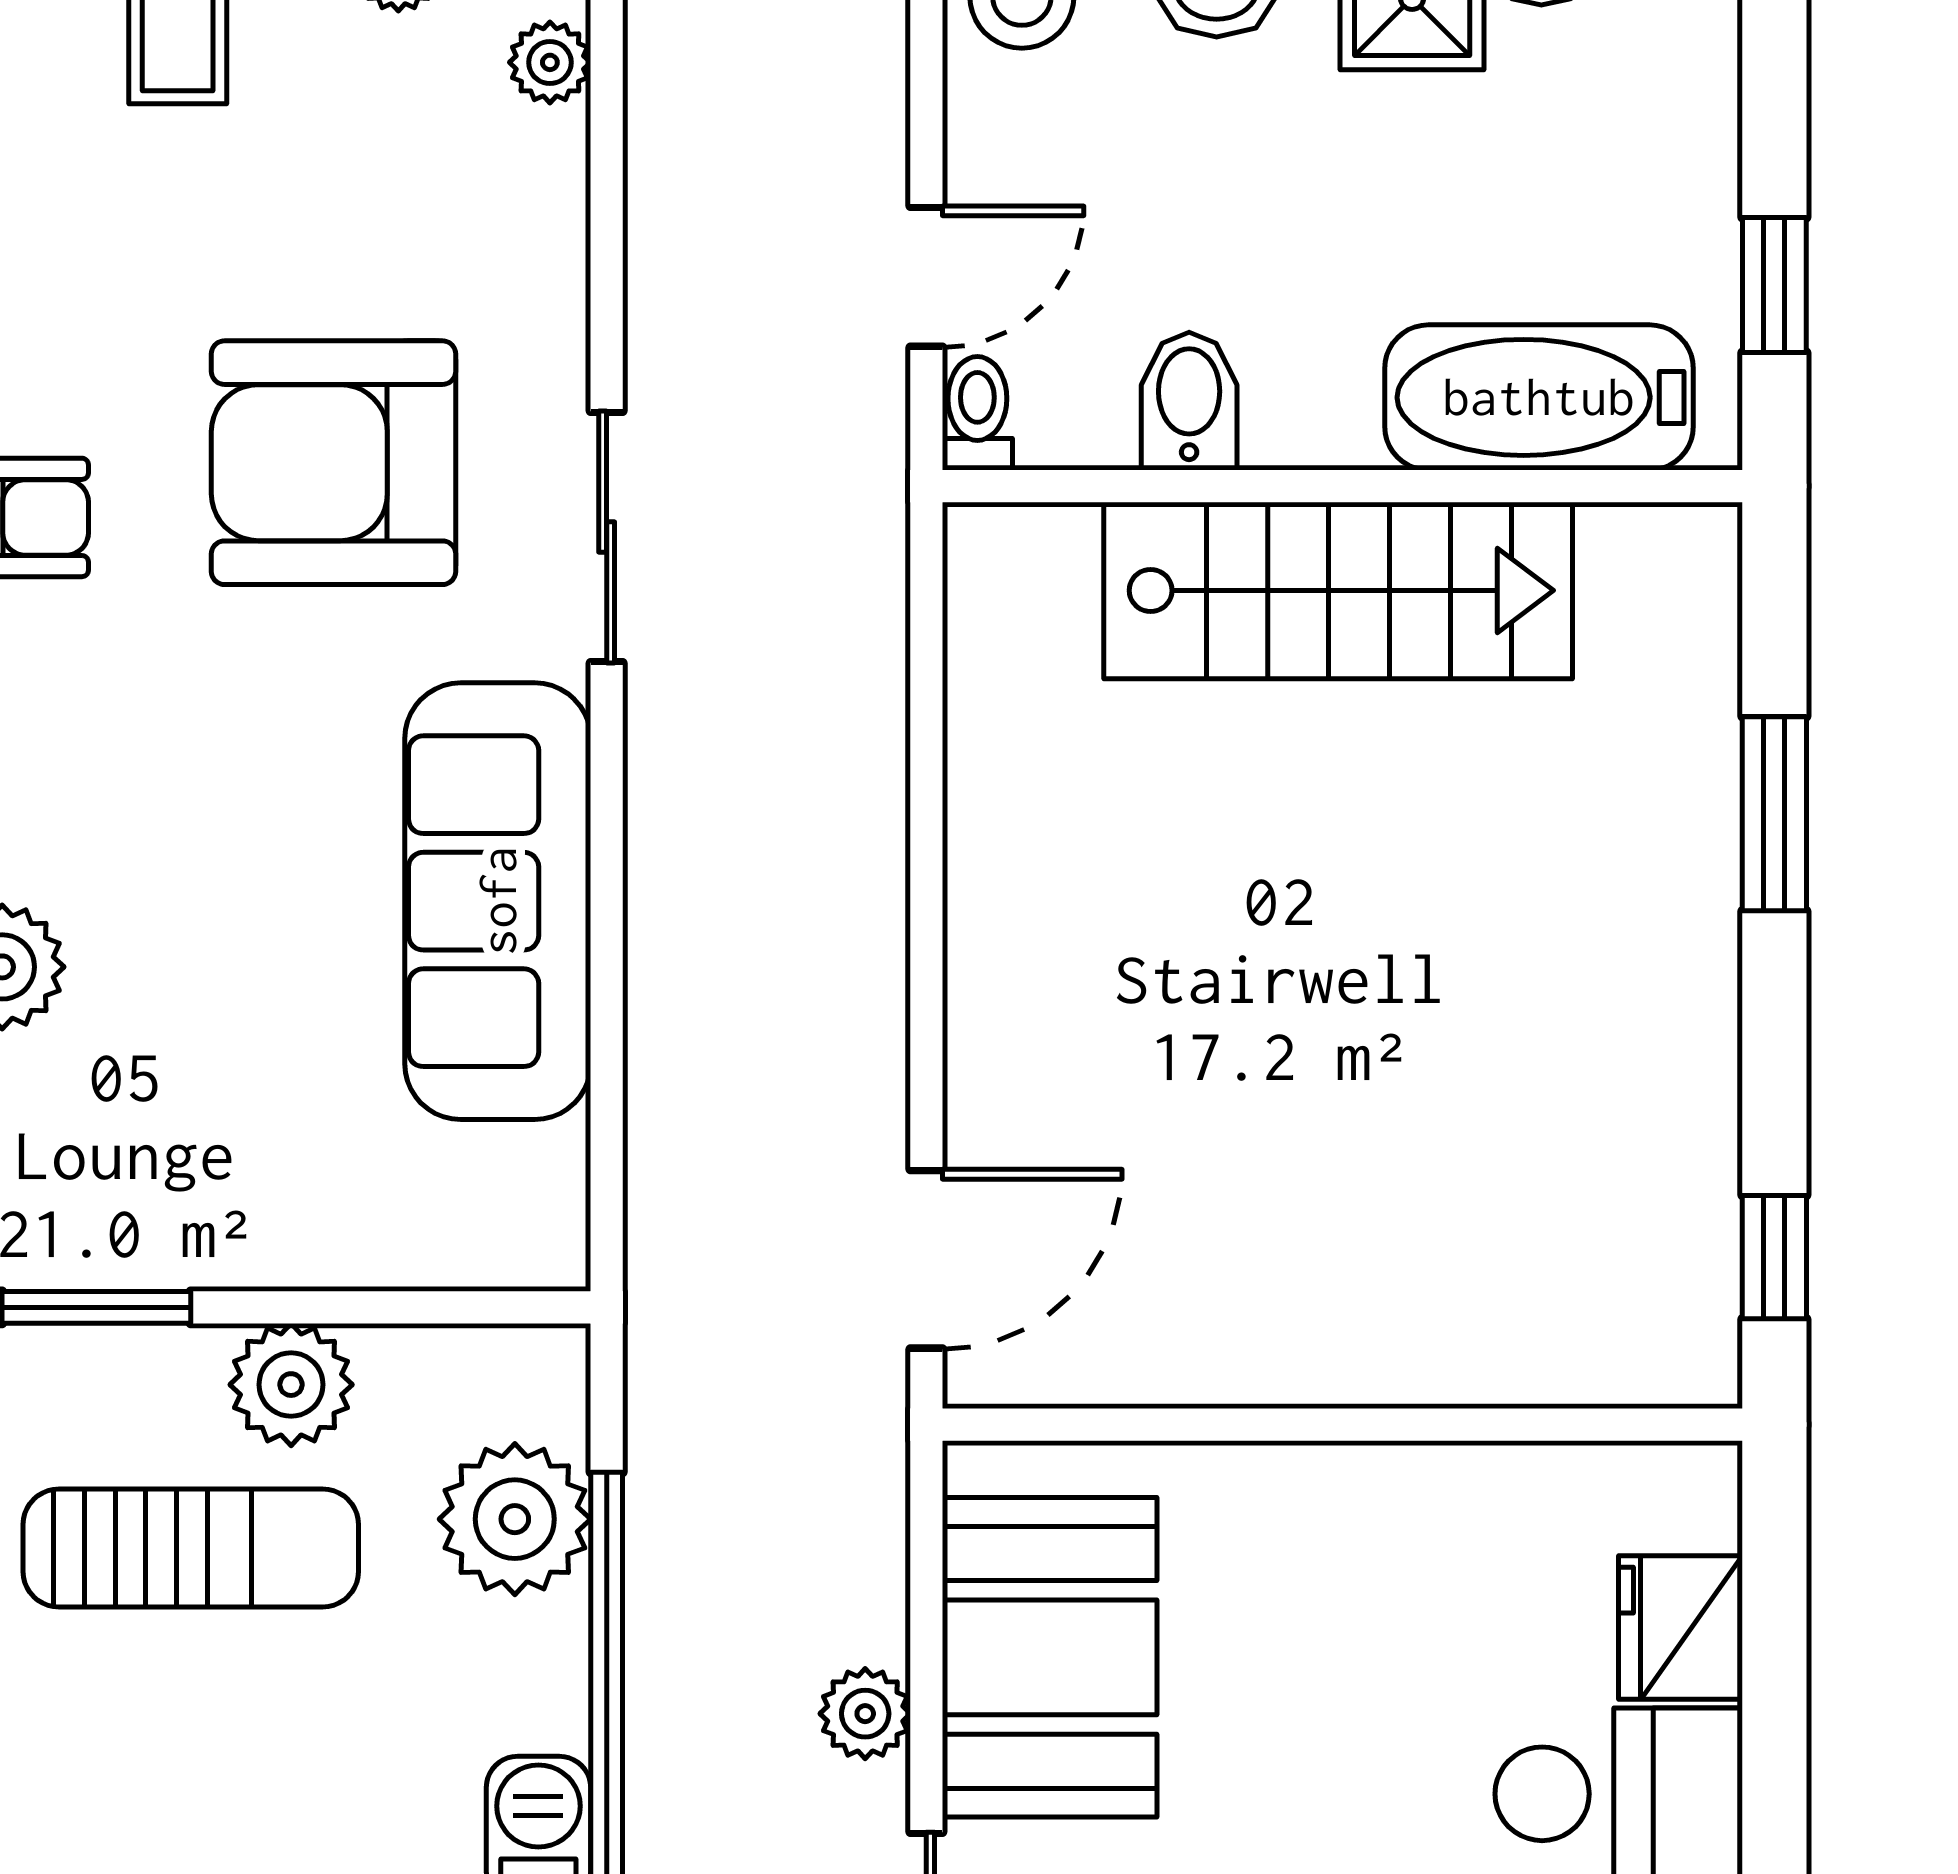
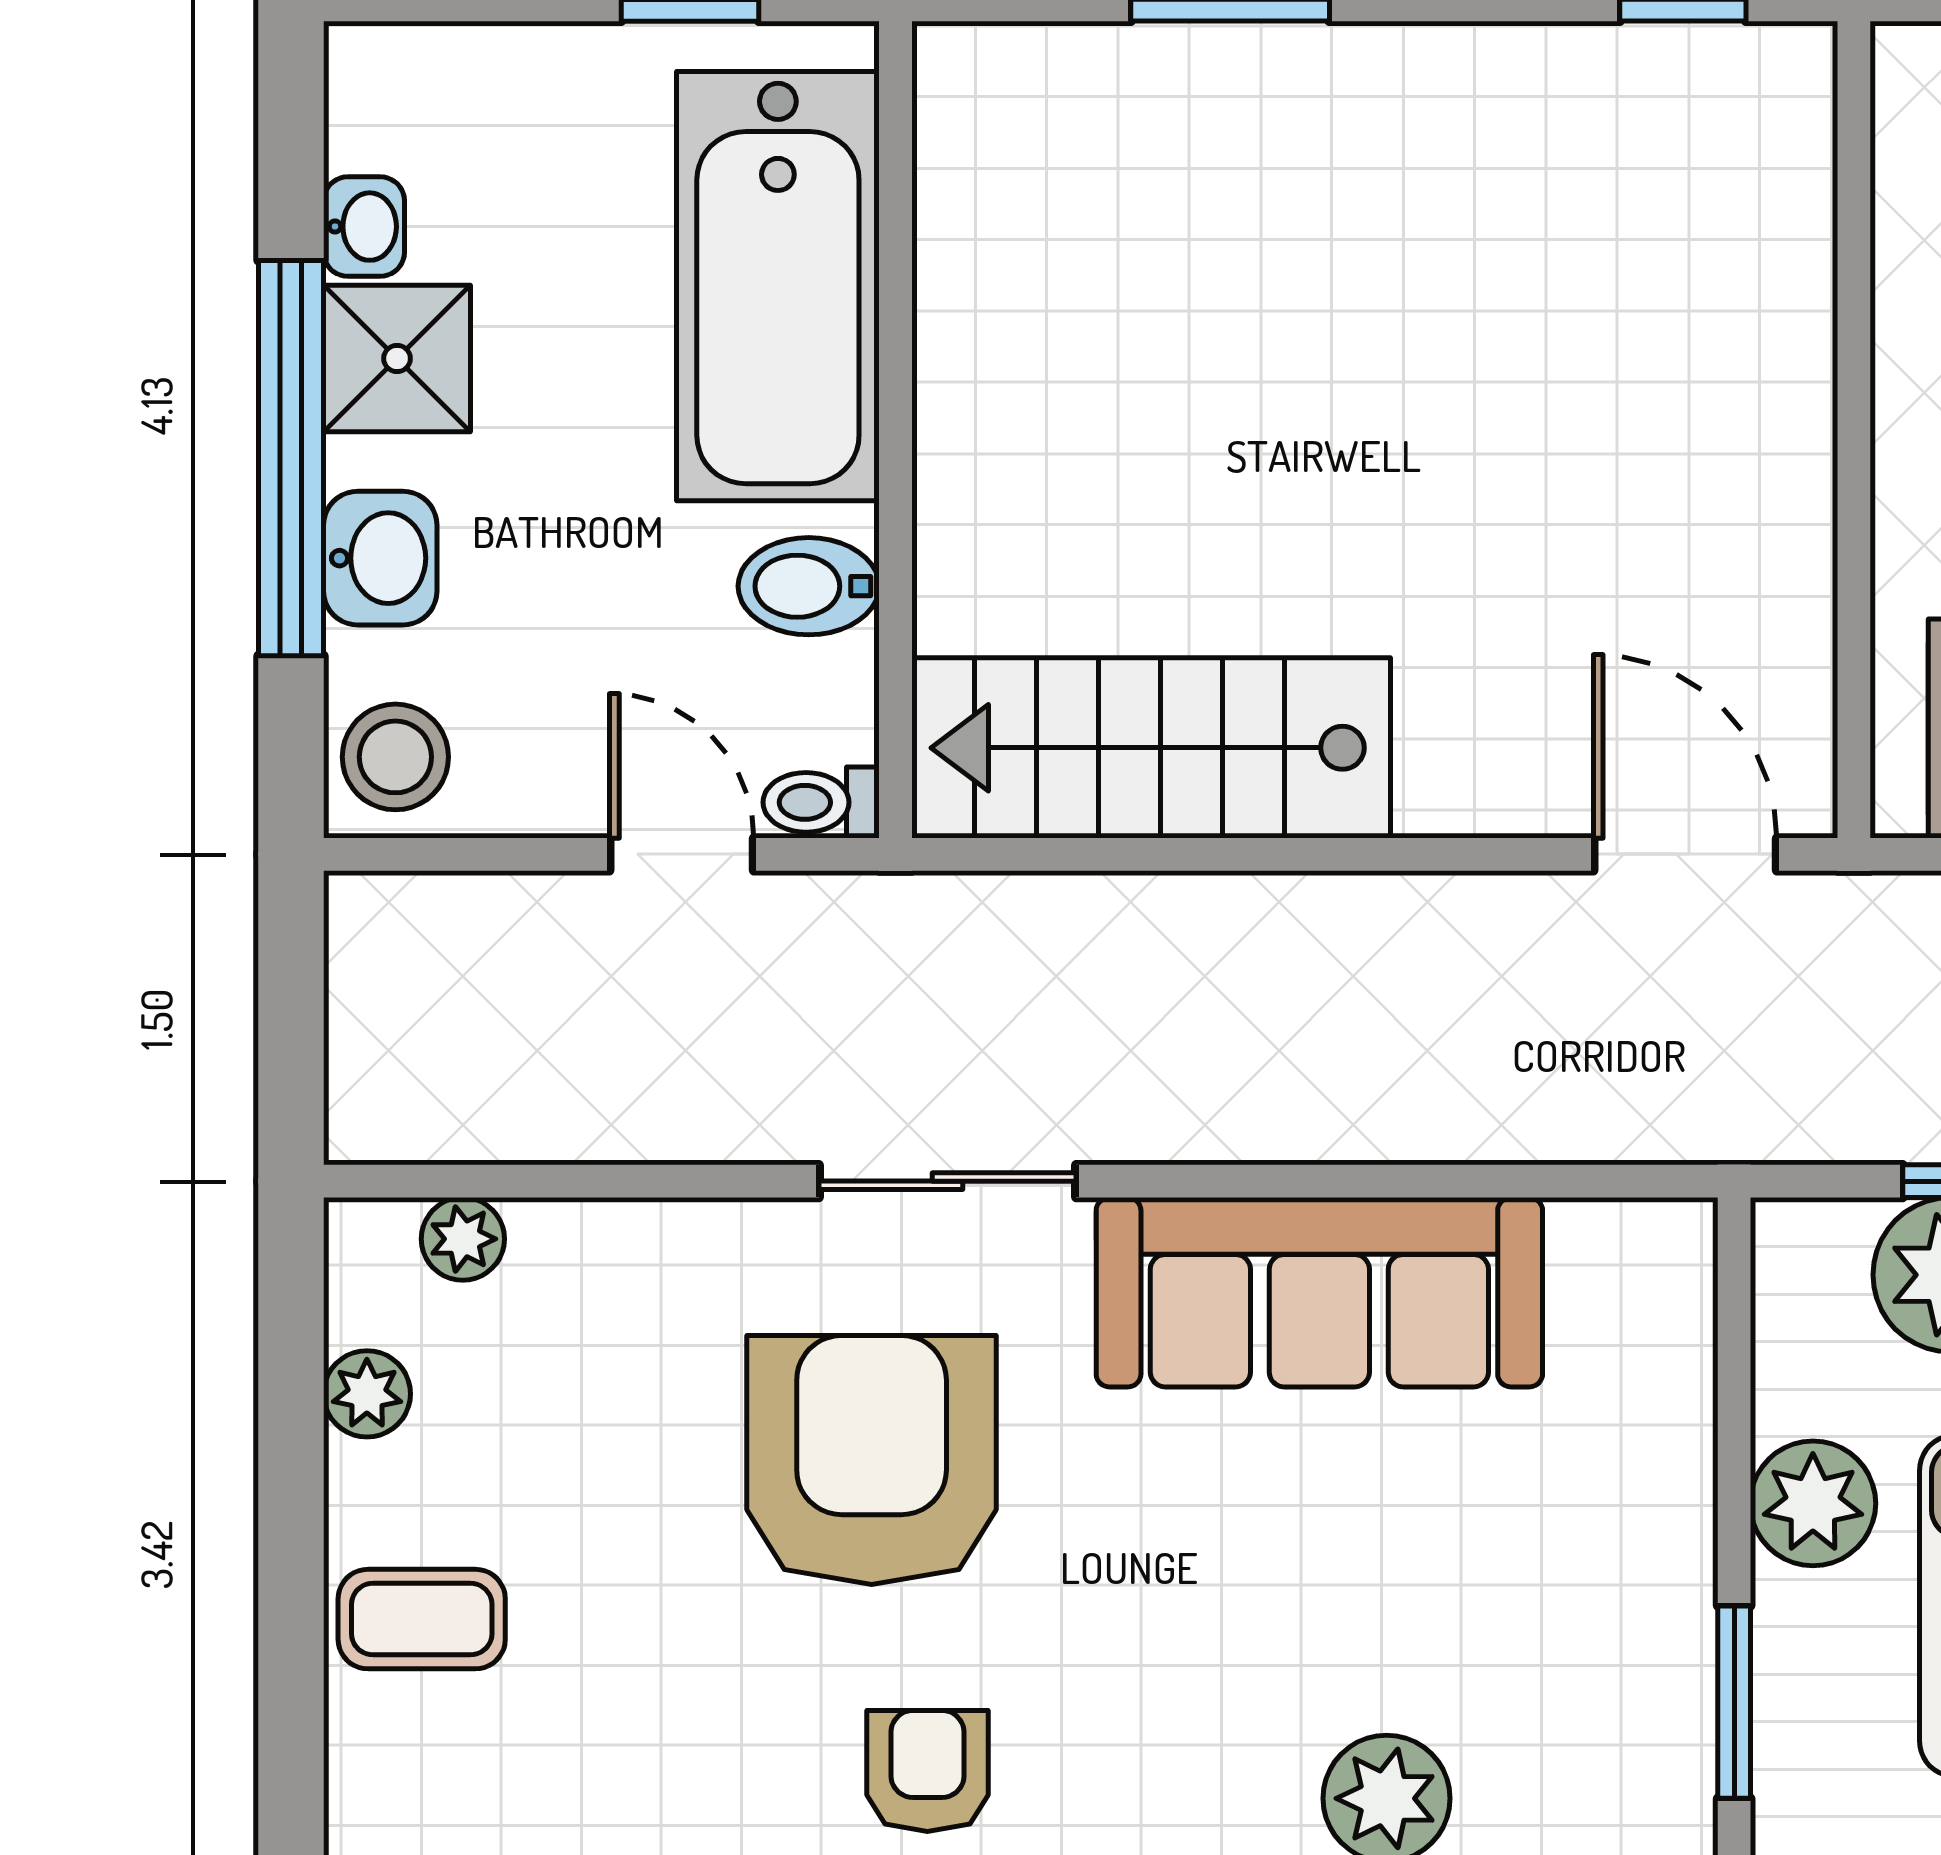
bathtub: (1539, 397) -> (778, 286), width x1.36, depth x1.36
armchair: (334, 463) -> (872, 1460), turned 180
stairs: (1338, 590) -> (1151, 748), moved, turned -90

